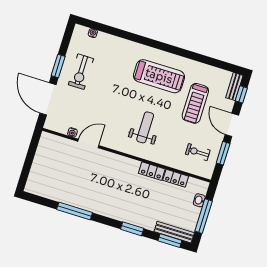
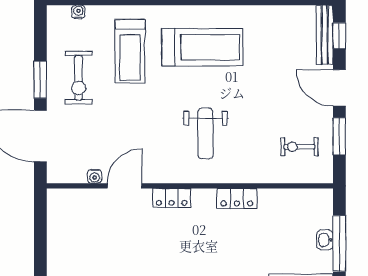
bench: (234, 87) -> (325, 35), width x1.36
treadmill: (195, 103) -> (130, 51), moved
weight bench: (145, 127) -> (205, 134), turned 180
locker: (176, 178) -> (172, 198), moved
washbasin: (199, 200) -> (325, 240), moved

